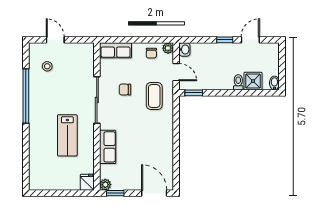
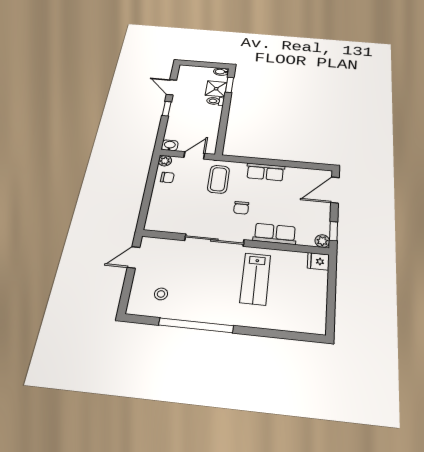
door: (55, 40) -> (134, 257), moved
row of seats: (116, 50) -> (265, 172), moved, turned 90
chair: (125, 90) -> (241, 208), moved
window: (194, 93) -> (230, 85), moved
coffee table: (154, 96) -> (219, 179), turned 90
lab bench: (67, 135) -> (255, 279), turned 90

